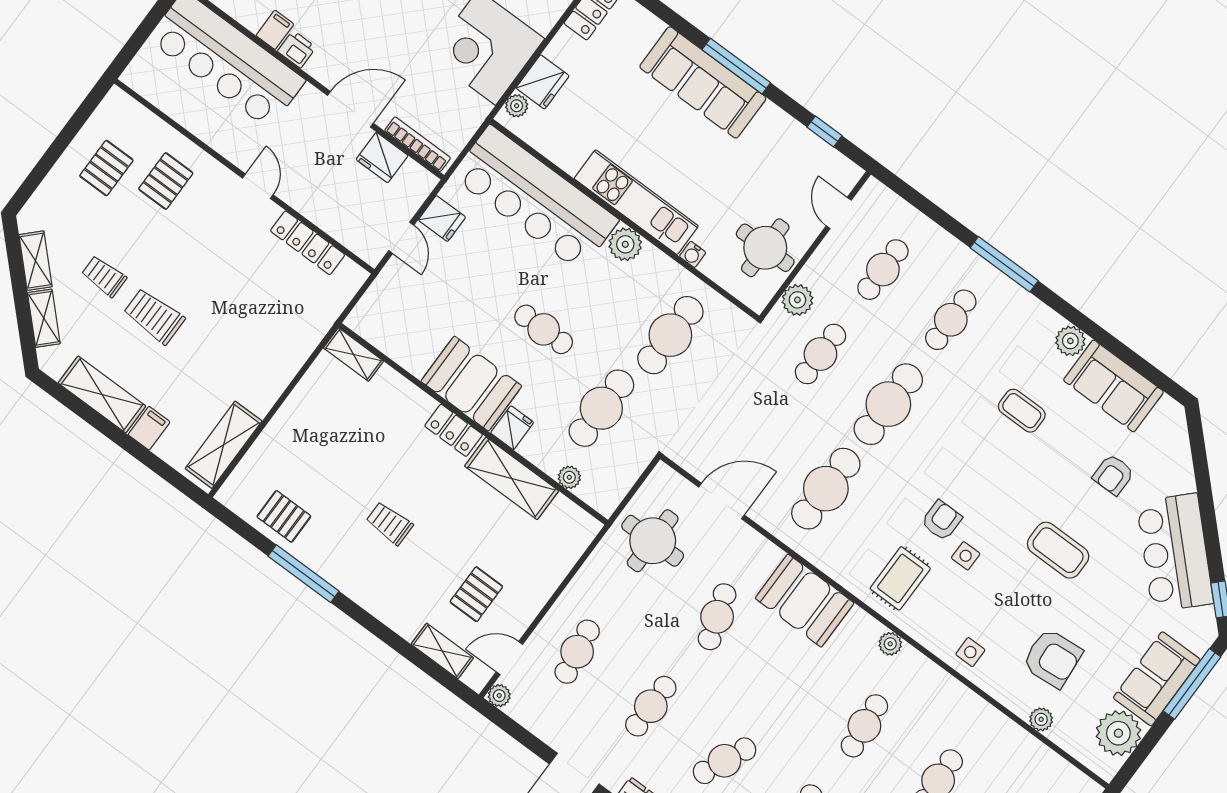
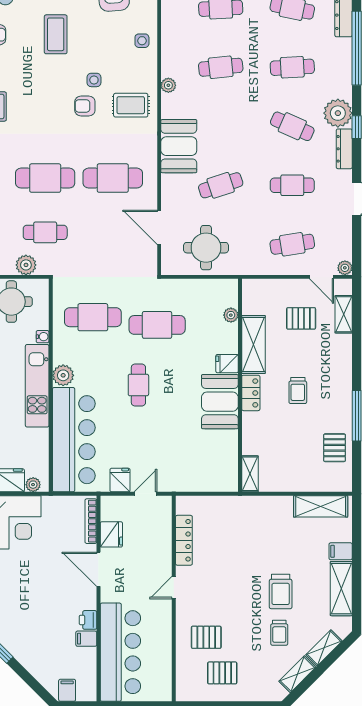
shelving: (353, 355) -> (250, 474), moved
booth: (471, 384) -> (220, 402), moved
wall: (473, 424) -> (240, 385), moved
fridge: (512, 428) -> (227, 364), moved
locker: (454, 430) -> (251, 393), moved
plant: (569, 477) -> (231, 315), moved
shelving: (512, 478) -> (253, 344), moved

